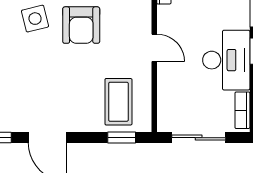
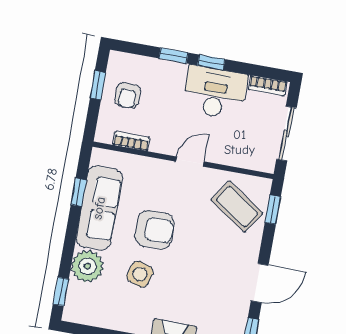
side table: (35, 19) -> (140, 274), turned 31
coffee table: (118, 102) -> (237, 206), turned 34

